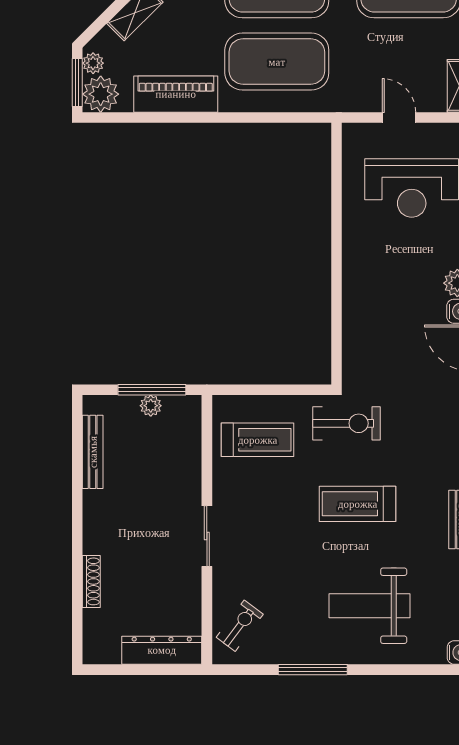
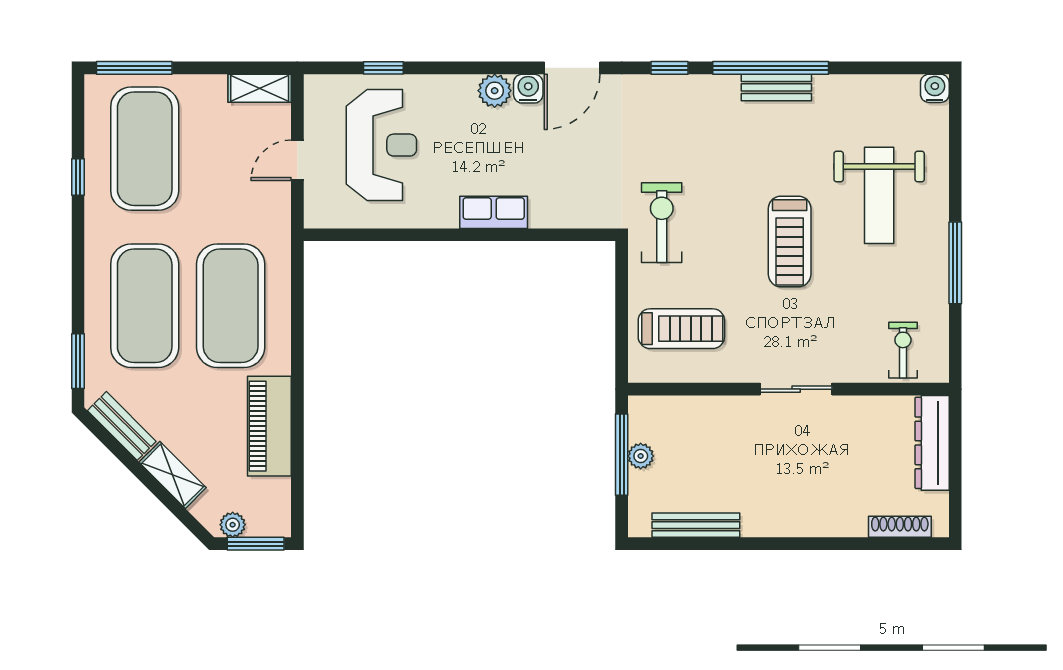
plant: (101, 94) -> (269, 516), removed
row of seats: (355, 282) -> (494, 212), added
treadmill: (258, 440) -> (681, 329), turned 90
treadmill: (358, 504) -> (790, 241), moved
shoe rack: (91, 581) -> (900, 527), moved
exercise bike: (240, 626) -> (903, 350), turned 53

